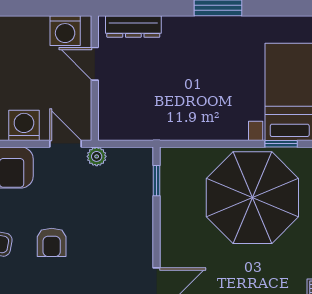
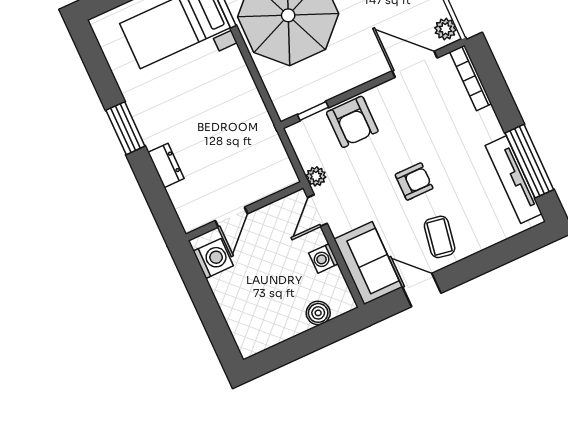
dresser: (133, 26) -> (166, 165), moved, width x0.70
washing machine: (24, 125) -> (324, 258), width x0.73, depth x0.73
armchair: (130, 211) -> (352, 122), added

